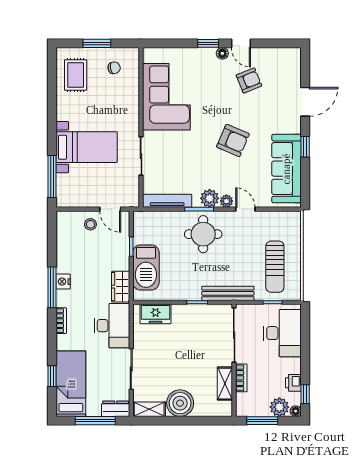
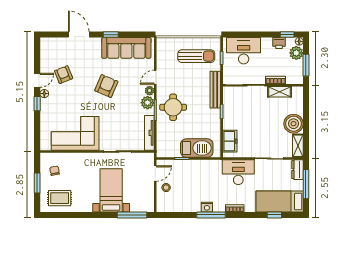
wardrobe: (121, 287) -> (210, 166), removed

